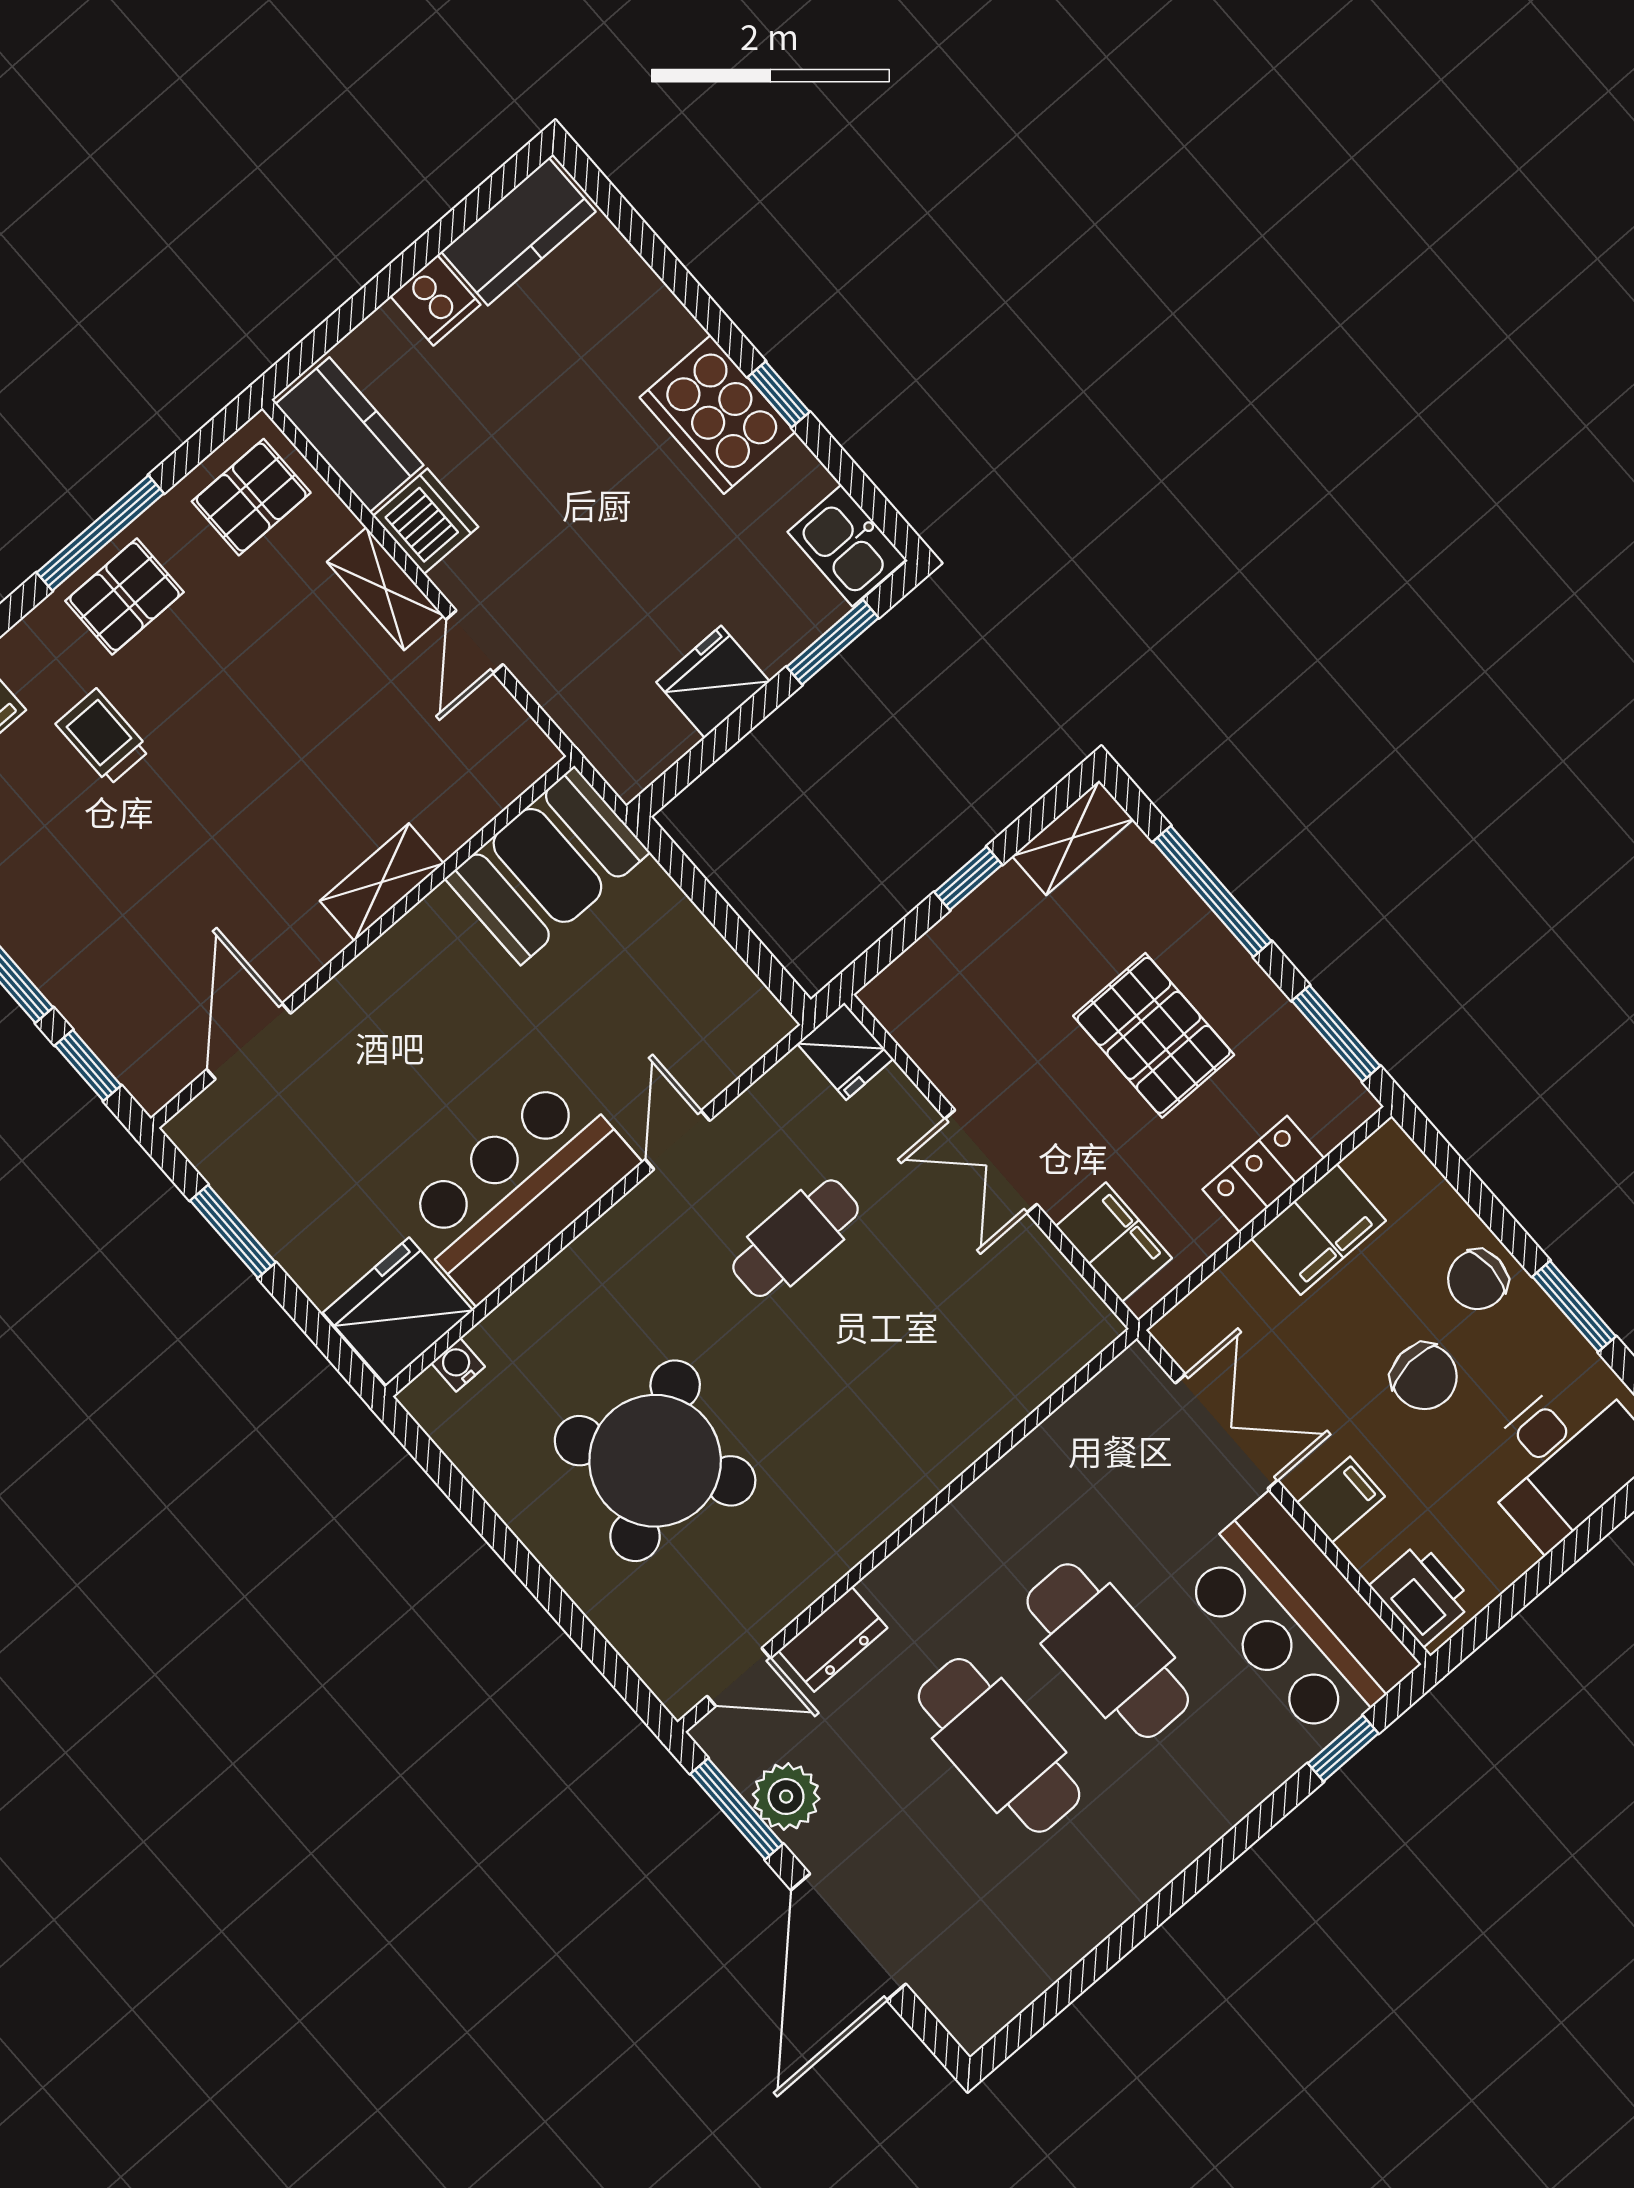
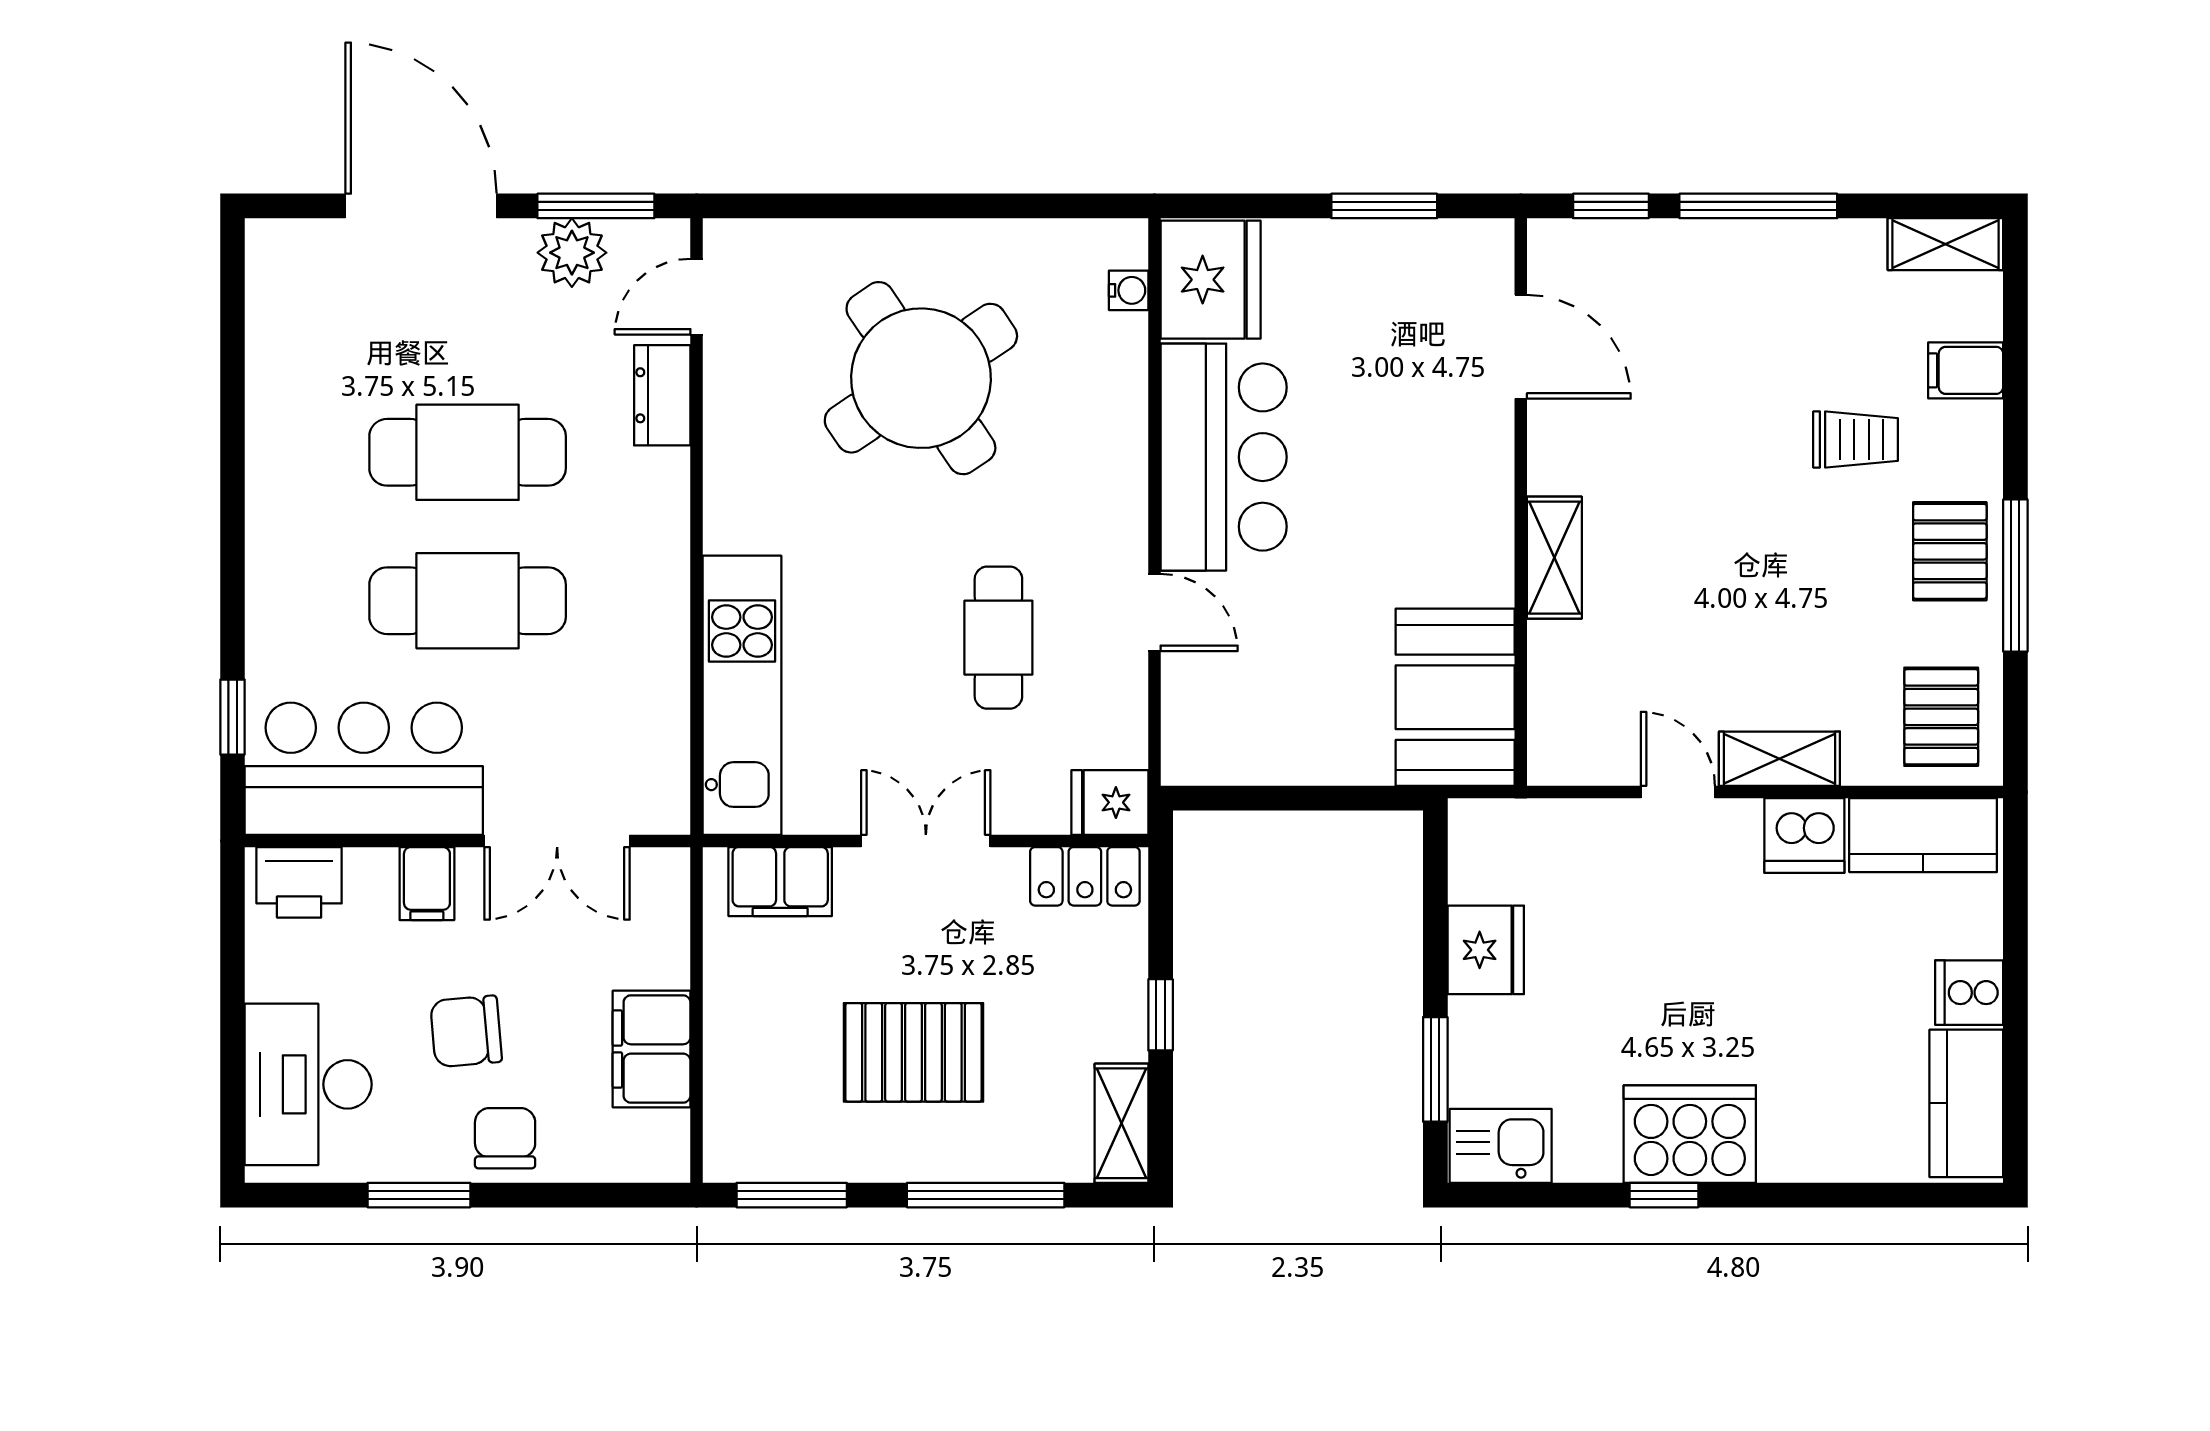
locker: (1263, 1174) -> (1085, 876), moved, turned 90
kitchen unit: (1002, 1389) -> (742, 695), added

